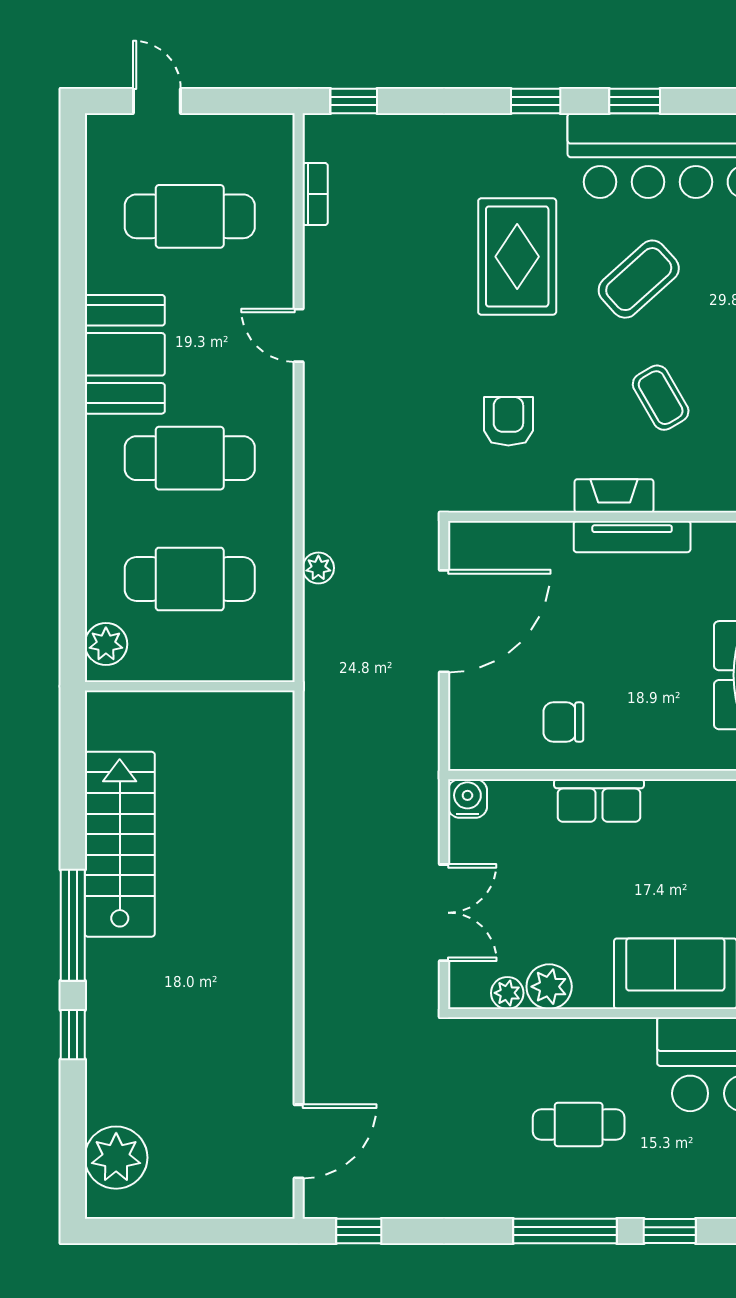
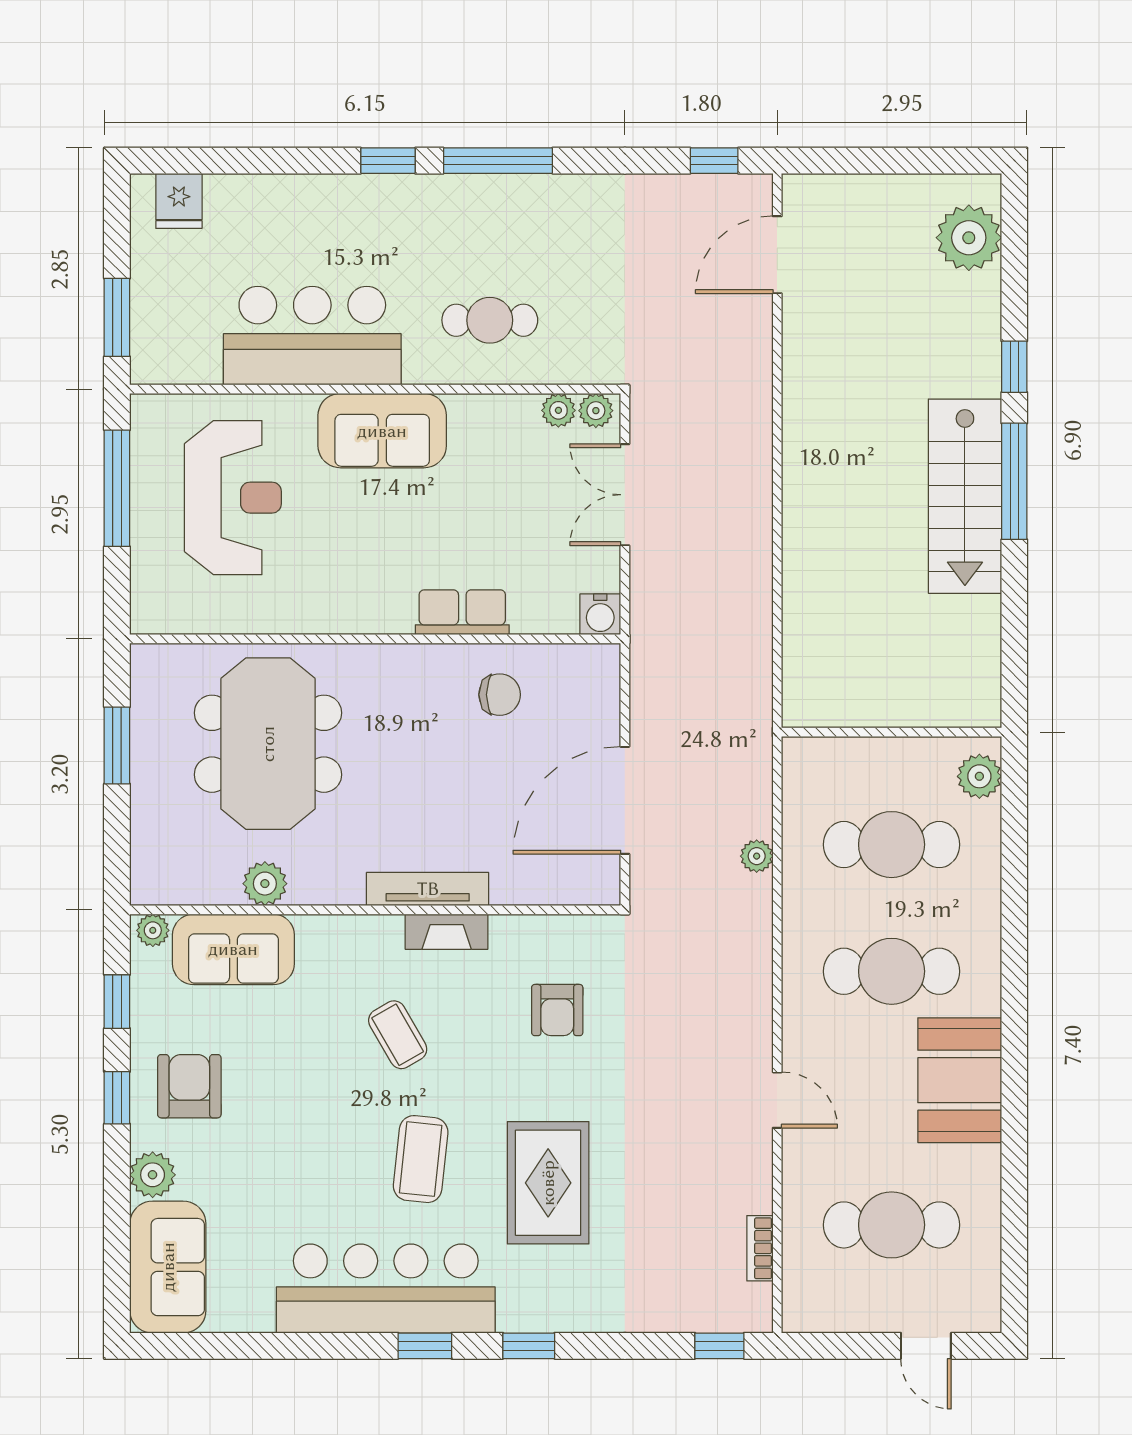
coffee table: (639, 279) -> (421, 1159), turned -42
stairs: (120, 844) -> (965, 496), moved
plant: (549, 987) -> (596, 411), moved, width x0.73, depth x0.73
cafe table: (579, 1125) -> (490, 320), moved

